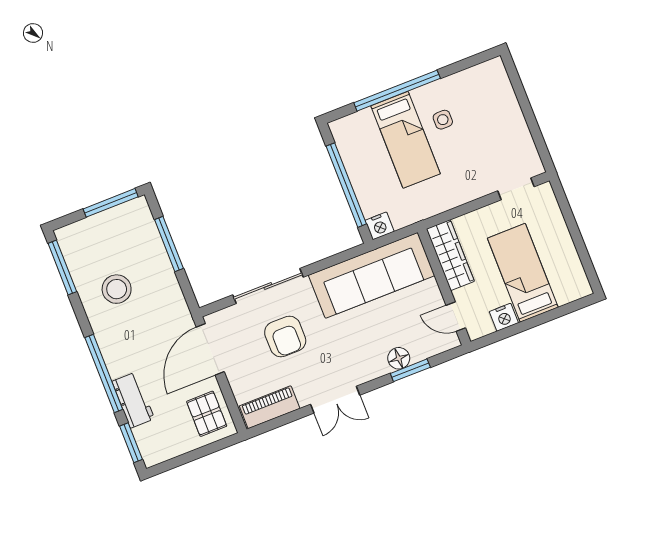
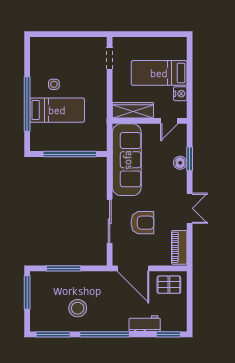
nightstand: (380, 226) -> (100, 144), removed
window: (104, 374) -> (105, 334), moved

